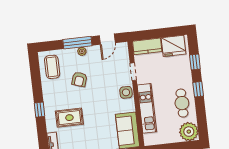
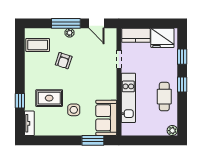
door: (107, 39) -> (96, 23), hinge flipped
coffee table: (52, 67) -> (38, 45), turned 90
side table: (126, 92) -> (74, 110), moved
window: (39, 110) -> (20, 101), moved
plant: (189, 132) -> (172, 131), width x0.53, depth x0.53

